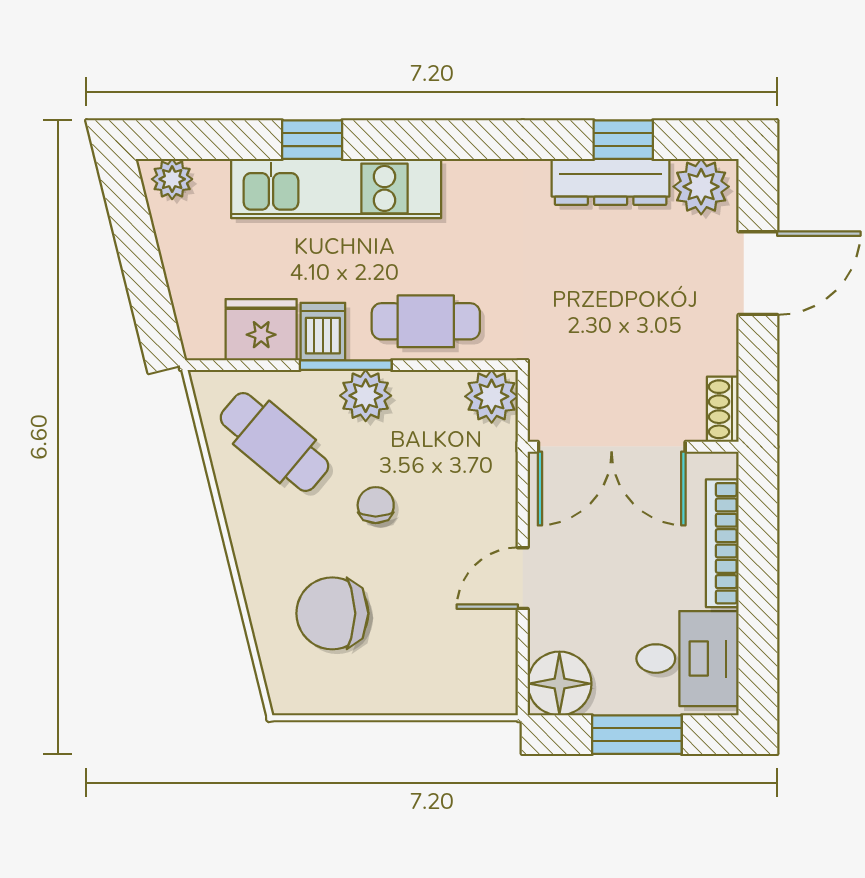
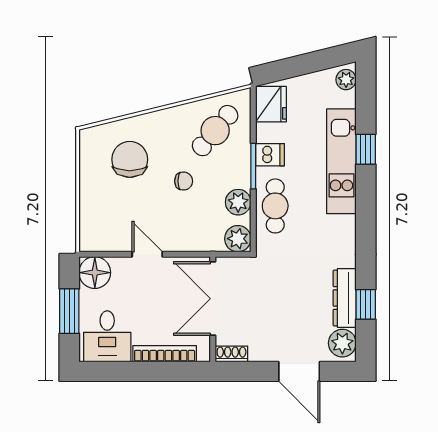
fridge: (261, 330) -> (271, 104), moved
plant: (366, 396) -> (238, 202), moved

